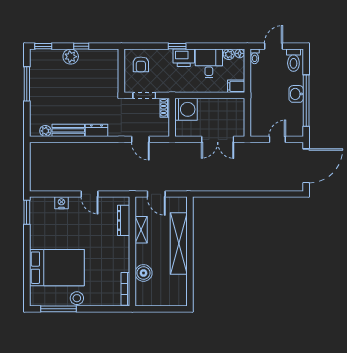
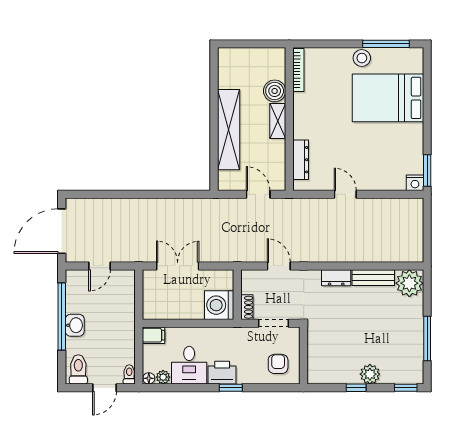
plant: (45, 131) -> (409, 283), width x1.88, depth x1.88
nightstand: (61, 203) -> (415, 183), moved
shelving: (141, 230) -> (278, 121), moved

